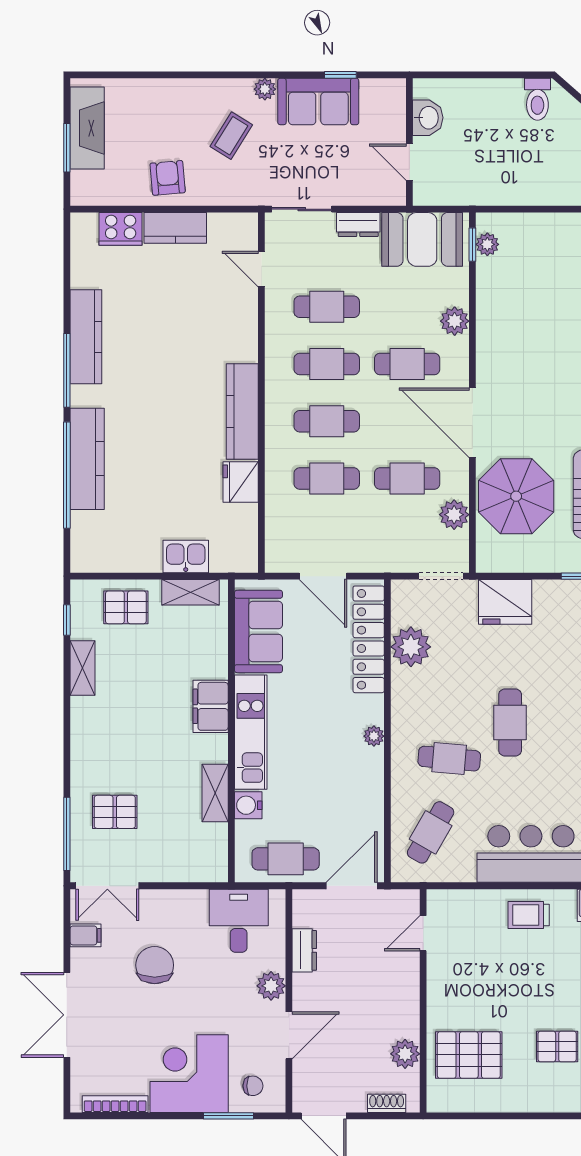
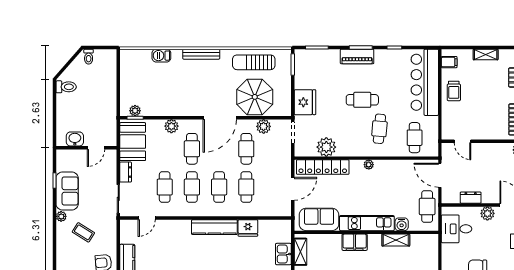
cafe table: (431, 832) -> (415, 138), turned 60

